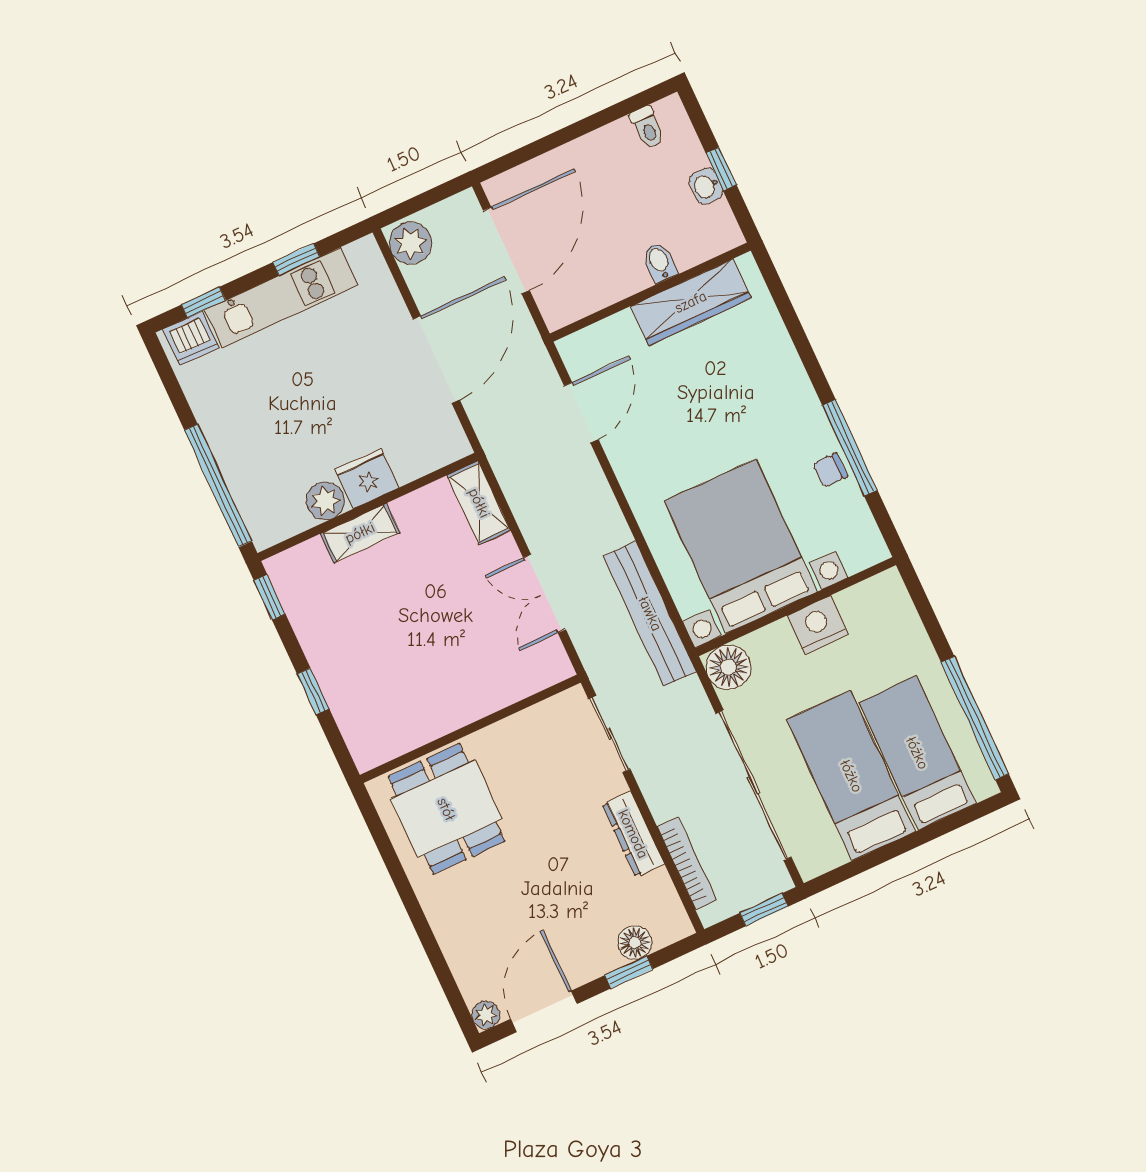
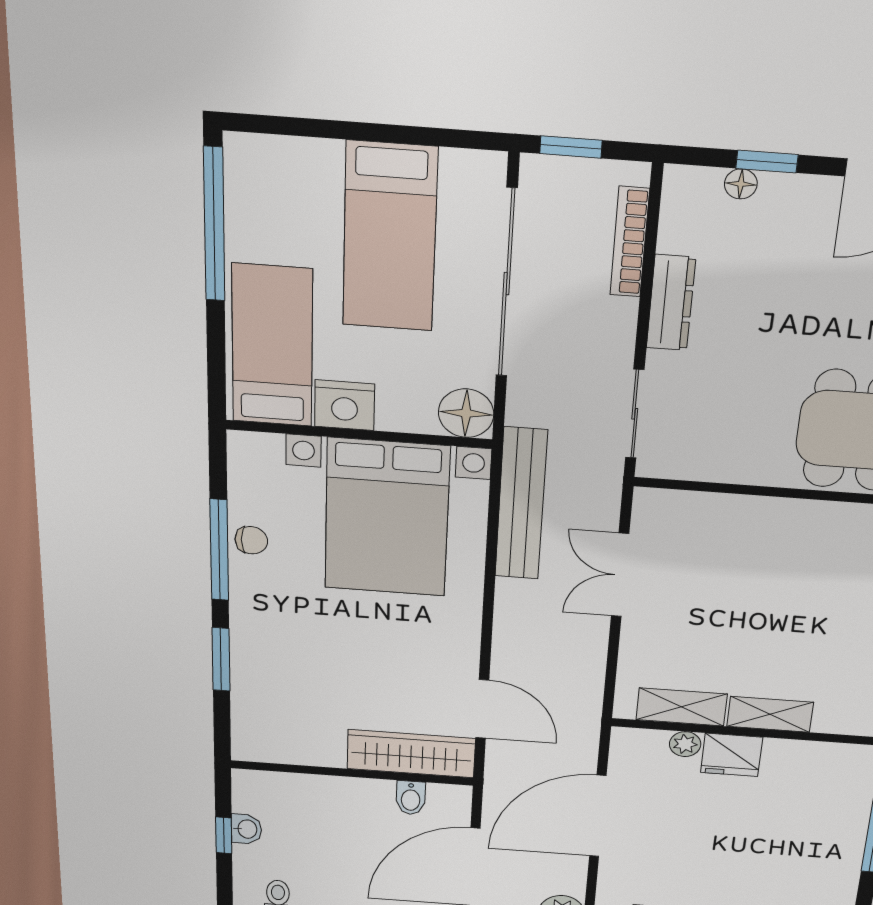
bidet: (659, 262) -> (411, 798), moved
wardrobe: (691, 302) -> (411, 754), moved
window: (803, 346) -> (221, 659), added
door: (581, 413) -> (482, 709), swing flipped
plant: (325, 501) -> (685, 744), moved, width x0.73, depth x0.73
shelving: (479, 503) -> (682, 707), moved, turned 90
double door: (544, 594) -> (620, 575), swing flipped
bed: (917, 753) -> (272, 346), moved, turned 180
floor lamp: (635, 943) -> (741, 184), width x0.73, depth x0.73

